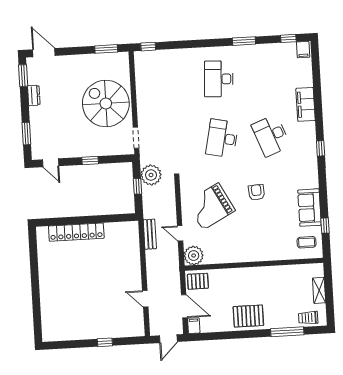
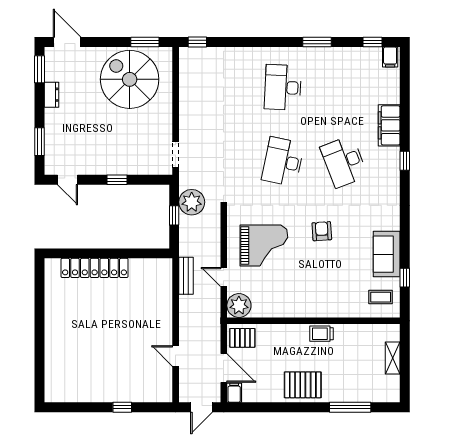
spiral stairs: (106, 103) -> (130, 79), moved
window: (321, 148) -> (405, 161), moved
grand piano: (211, 206) -> (264, 245), turned -152
trolley: (308, 318) -> (322, 334), moved

